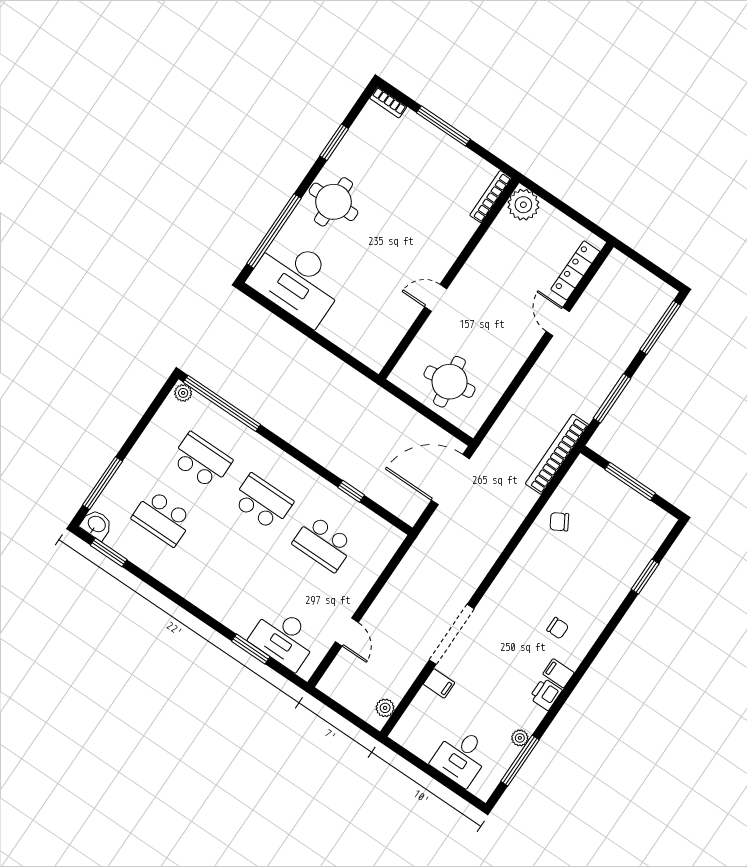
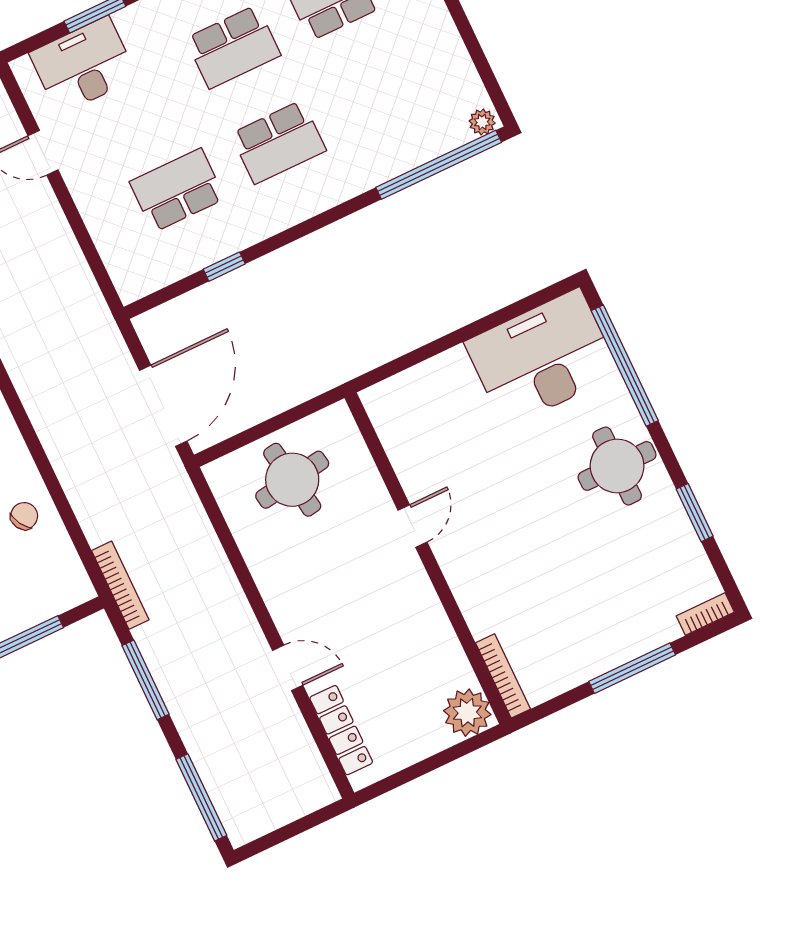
bookcase: (557, 454) -> (120, 585), width x0.68, depth x0.76
school desk: (202, 461) -> (233, 47), moved

